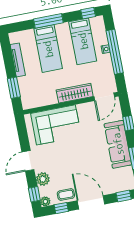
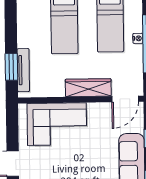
tv unit: (18, 60) -> (23, 70), moved

